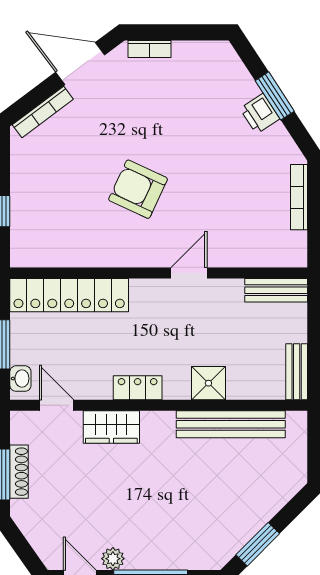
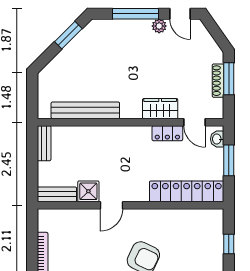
shower: (208, 383) -> (88, 191), moved
locker: (138, 388) -> (167, 133), moved

